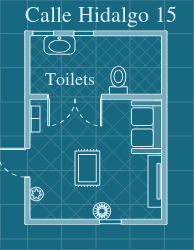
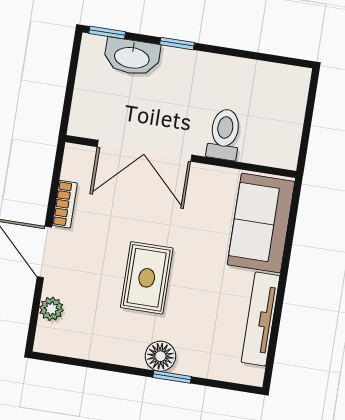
bookcase: (35, 119) -> (65, 204), moved

